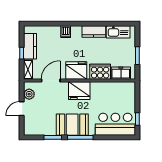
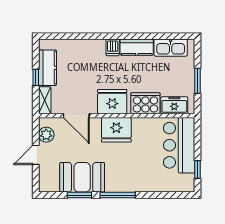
dishwasher: (66, 32) -> (113, 47), moved
door: (51, 80) -> (76, 116), swing flipped
bar counter: (115, 124) -> (179, 145), moved, turned -90
booth: (72, 125) -> (82, 177), moved

